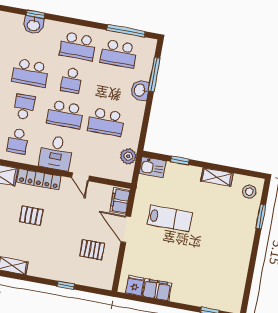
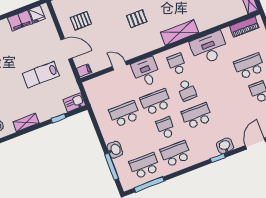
washbasin: (34, 25) -> (225, 146), moved
plant: (128, 156) -> (95, 100), removed
locker: (39, 179) -> (147, 47), removed
filing cabinet: (120, 201) -> (84, 70), width x0.50

